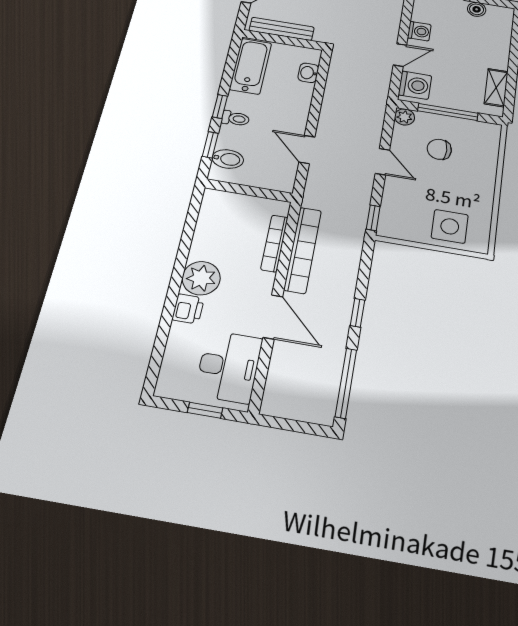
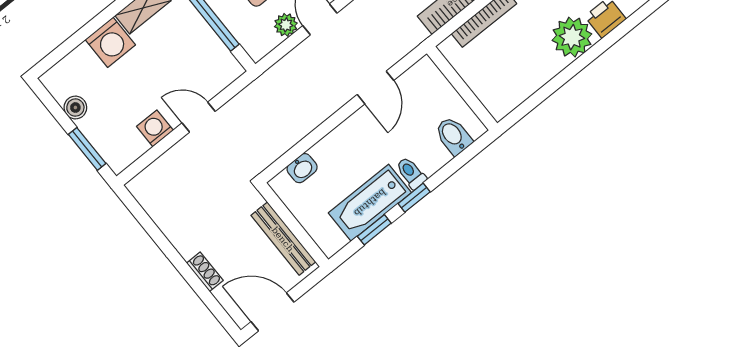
bathtub: (250, 66) -> (370, 203), moved
washing machine: (415, 85) -> (110, 42), moved, turned 180
plant: (405, 117) -> (286, 25), moved
window: (210, 145) -> (374, 230), moved

